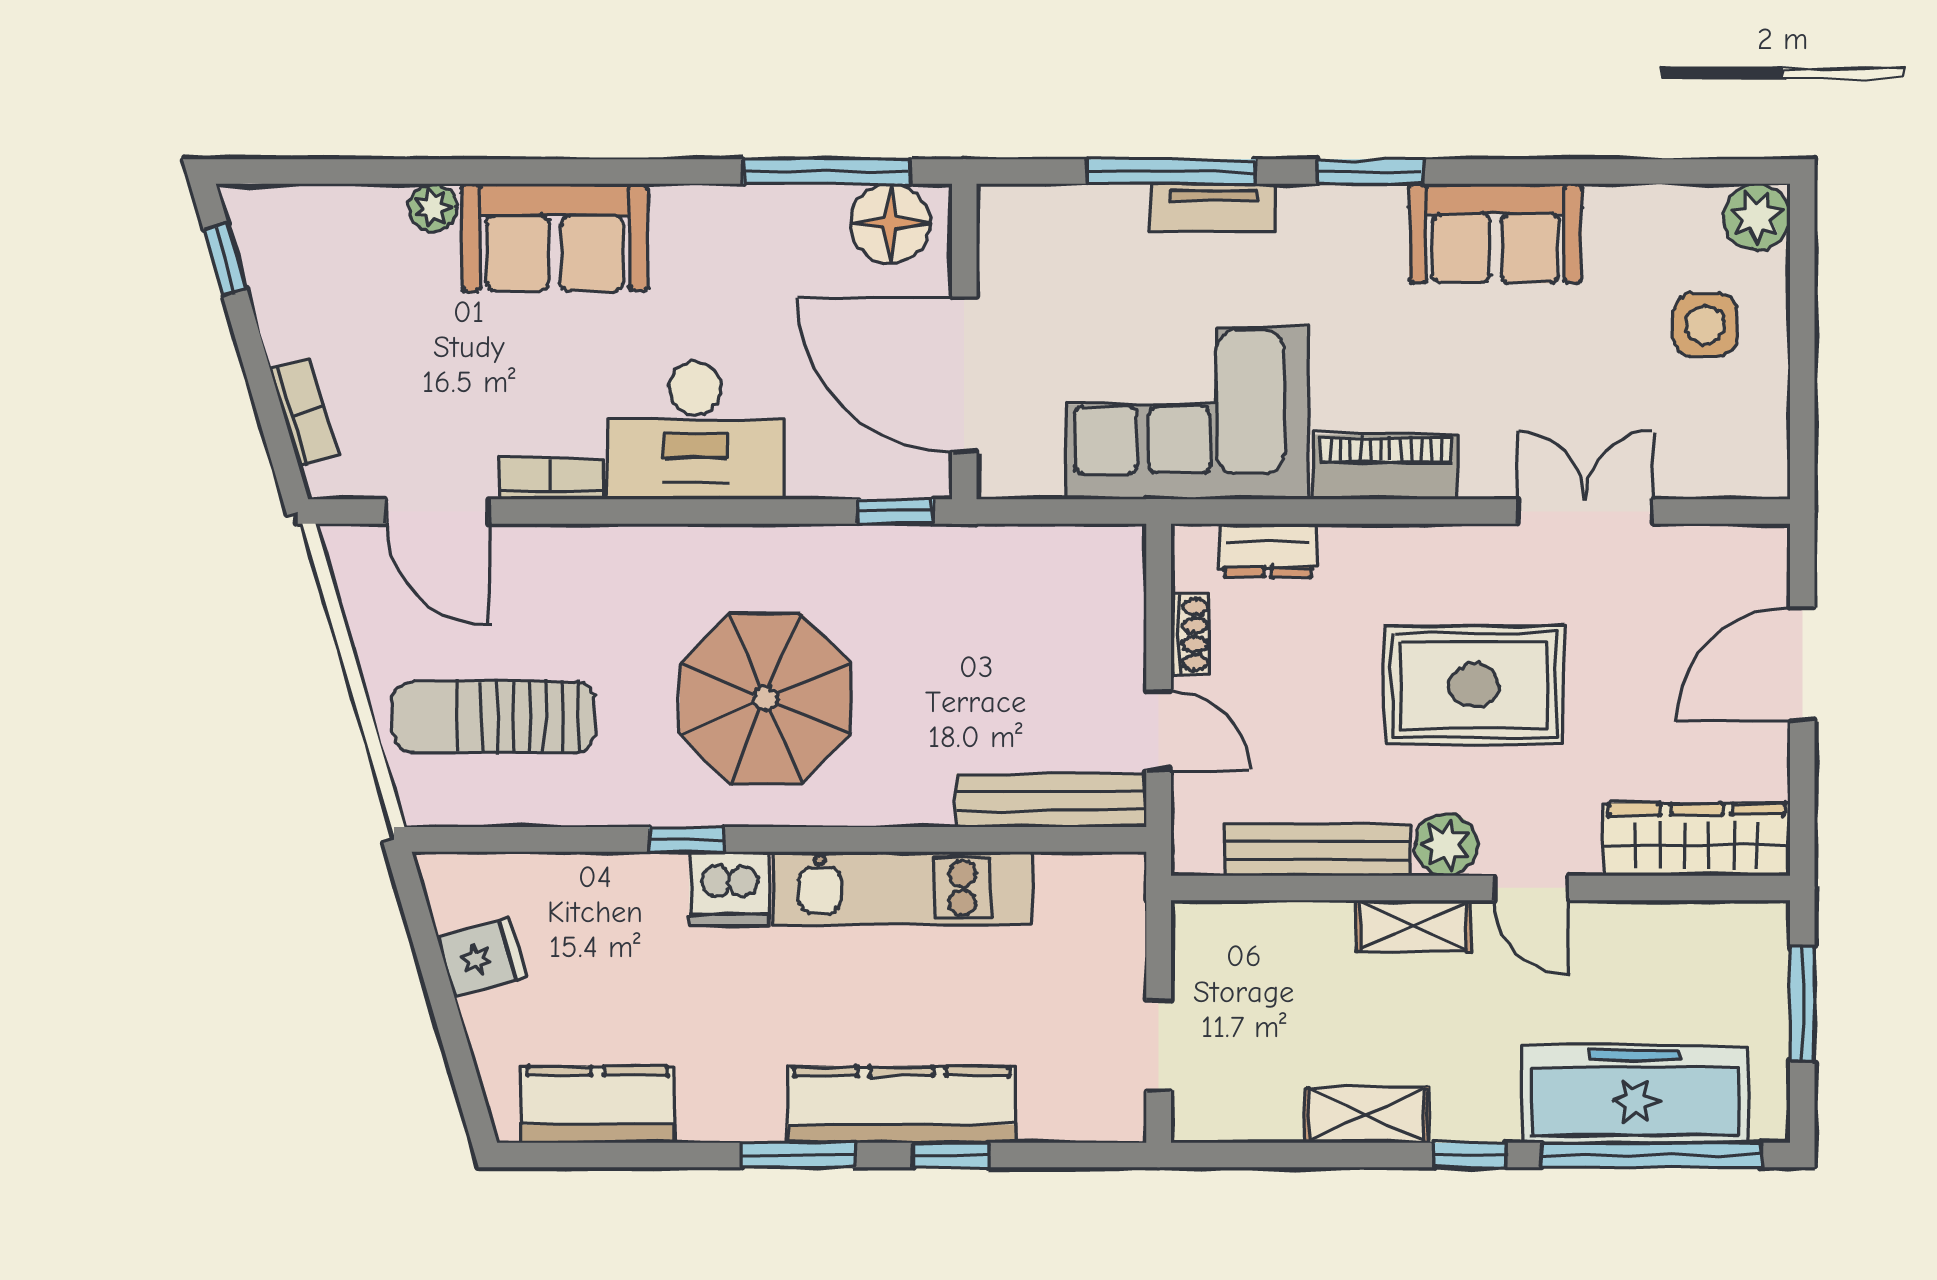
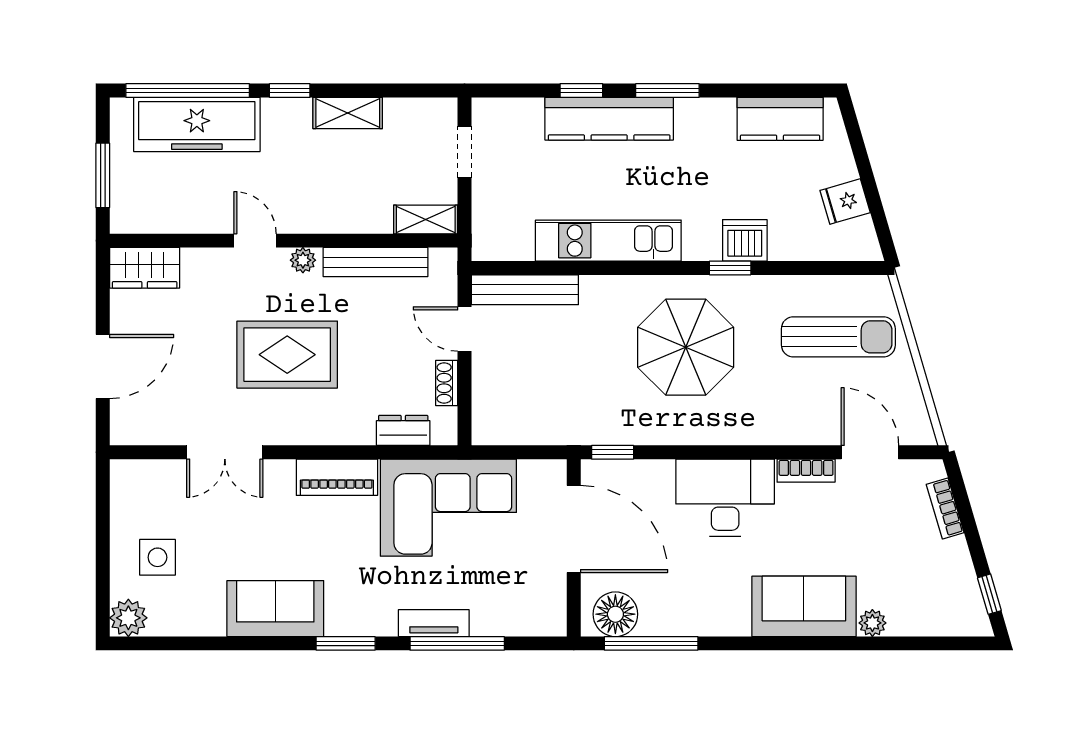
wardrobe: (1697, 840) -> (145, 268), width x0.67
plant: (1446, 845) -> (303, 260), width x0.73, depth x0.73
dishwasher: (729, 889) -> (745, 240), moved
shelving: (1413, 926) -> (426, 219), moved

